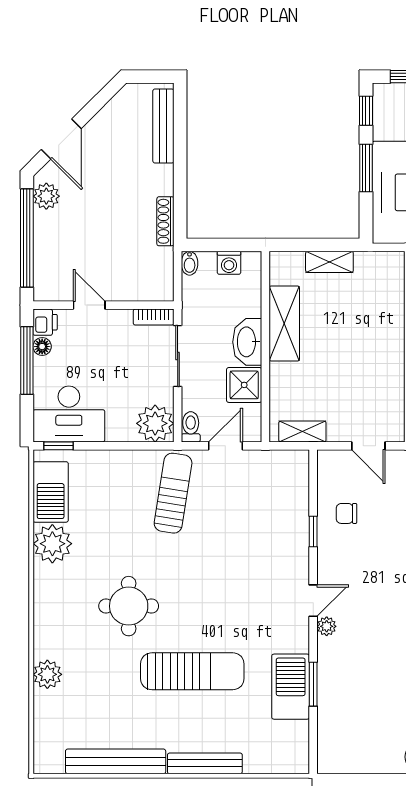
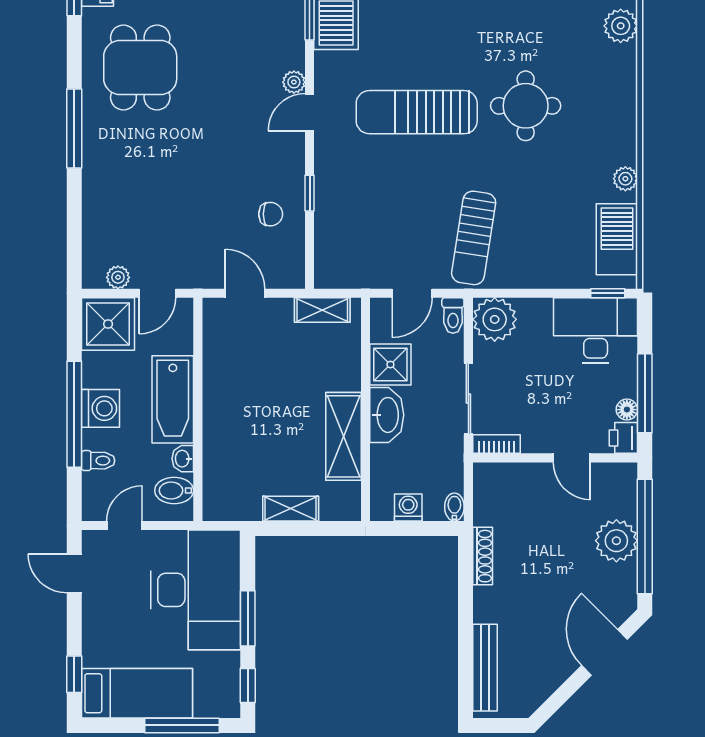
plant: (46, 196) -> (616, 541), moved, width x1.36, depth x1.36
plant: (52, 544) -> (625, 179), width x0.53, depth x0.53
sun lounger: (192, 671) -> (417, 112), moved

